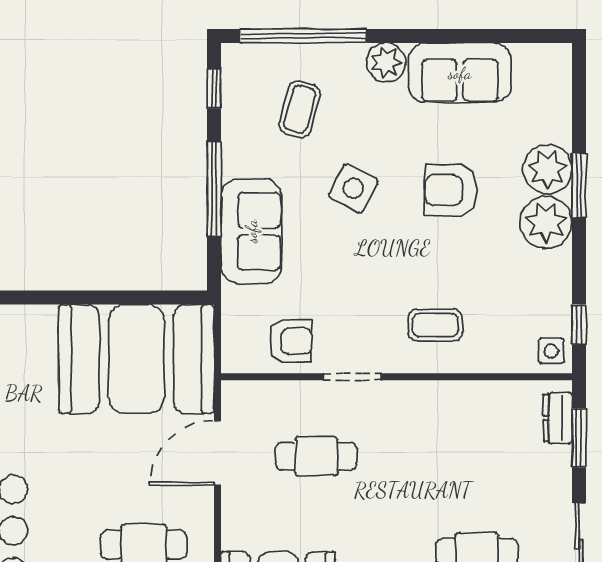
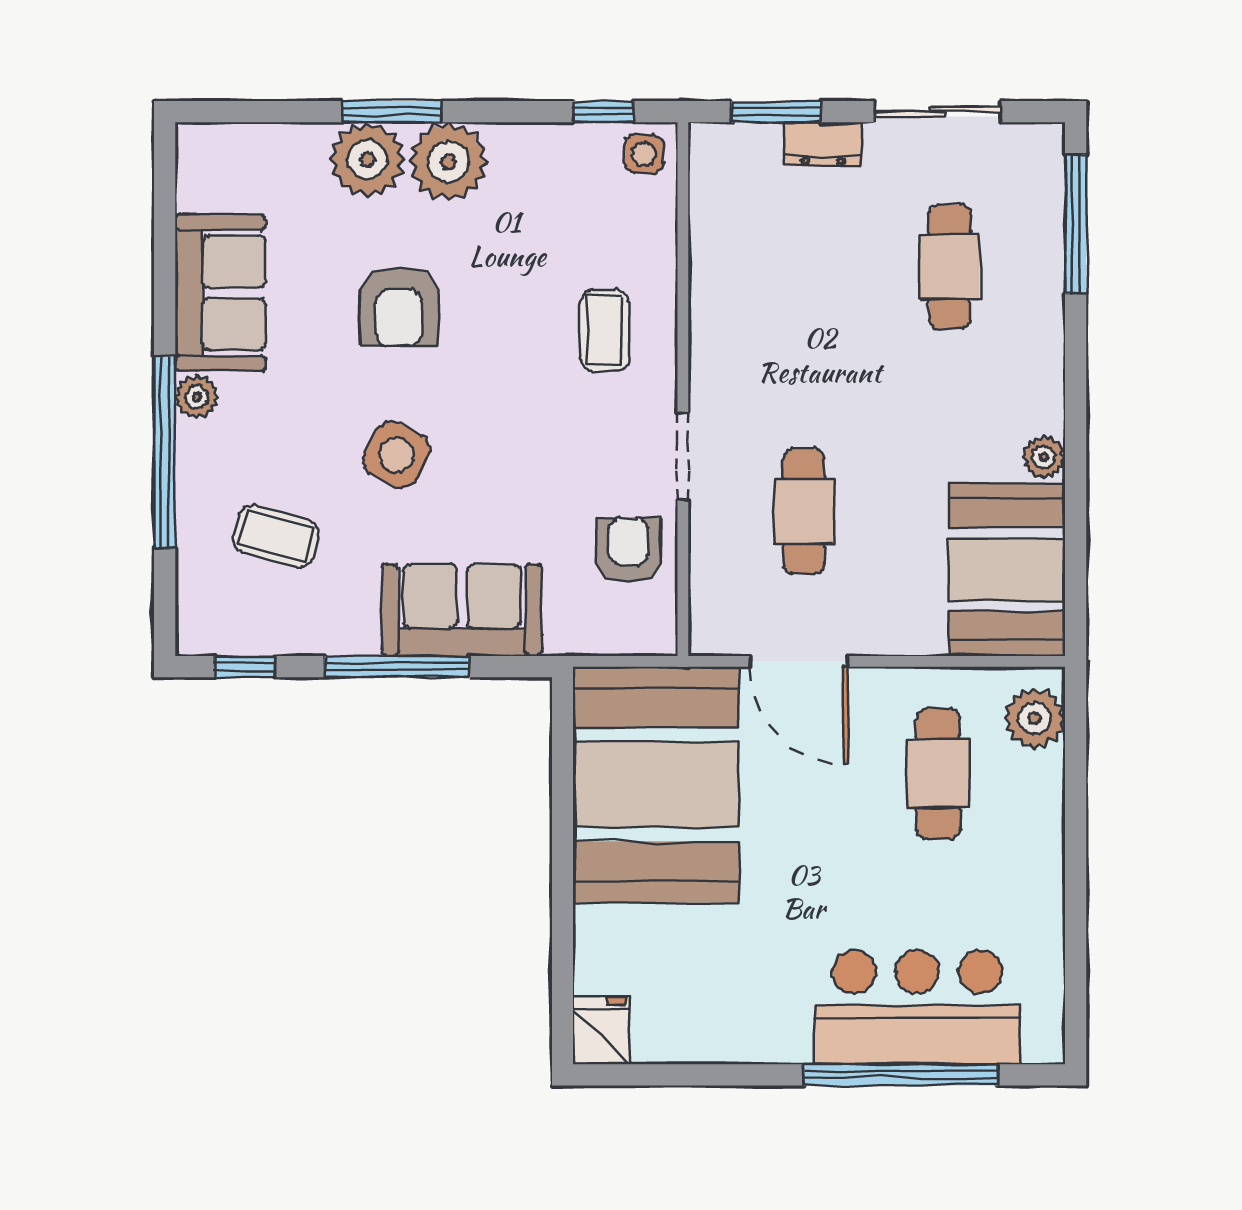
window: (303, 36) -> (165, 452), moved
plant: (386, 62) -> (197, 397), width x0.73, depth x0.73
dresser: (558, 418) -> (823, 144), moved

